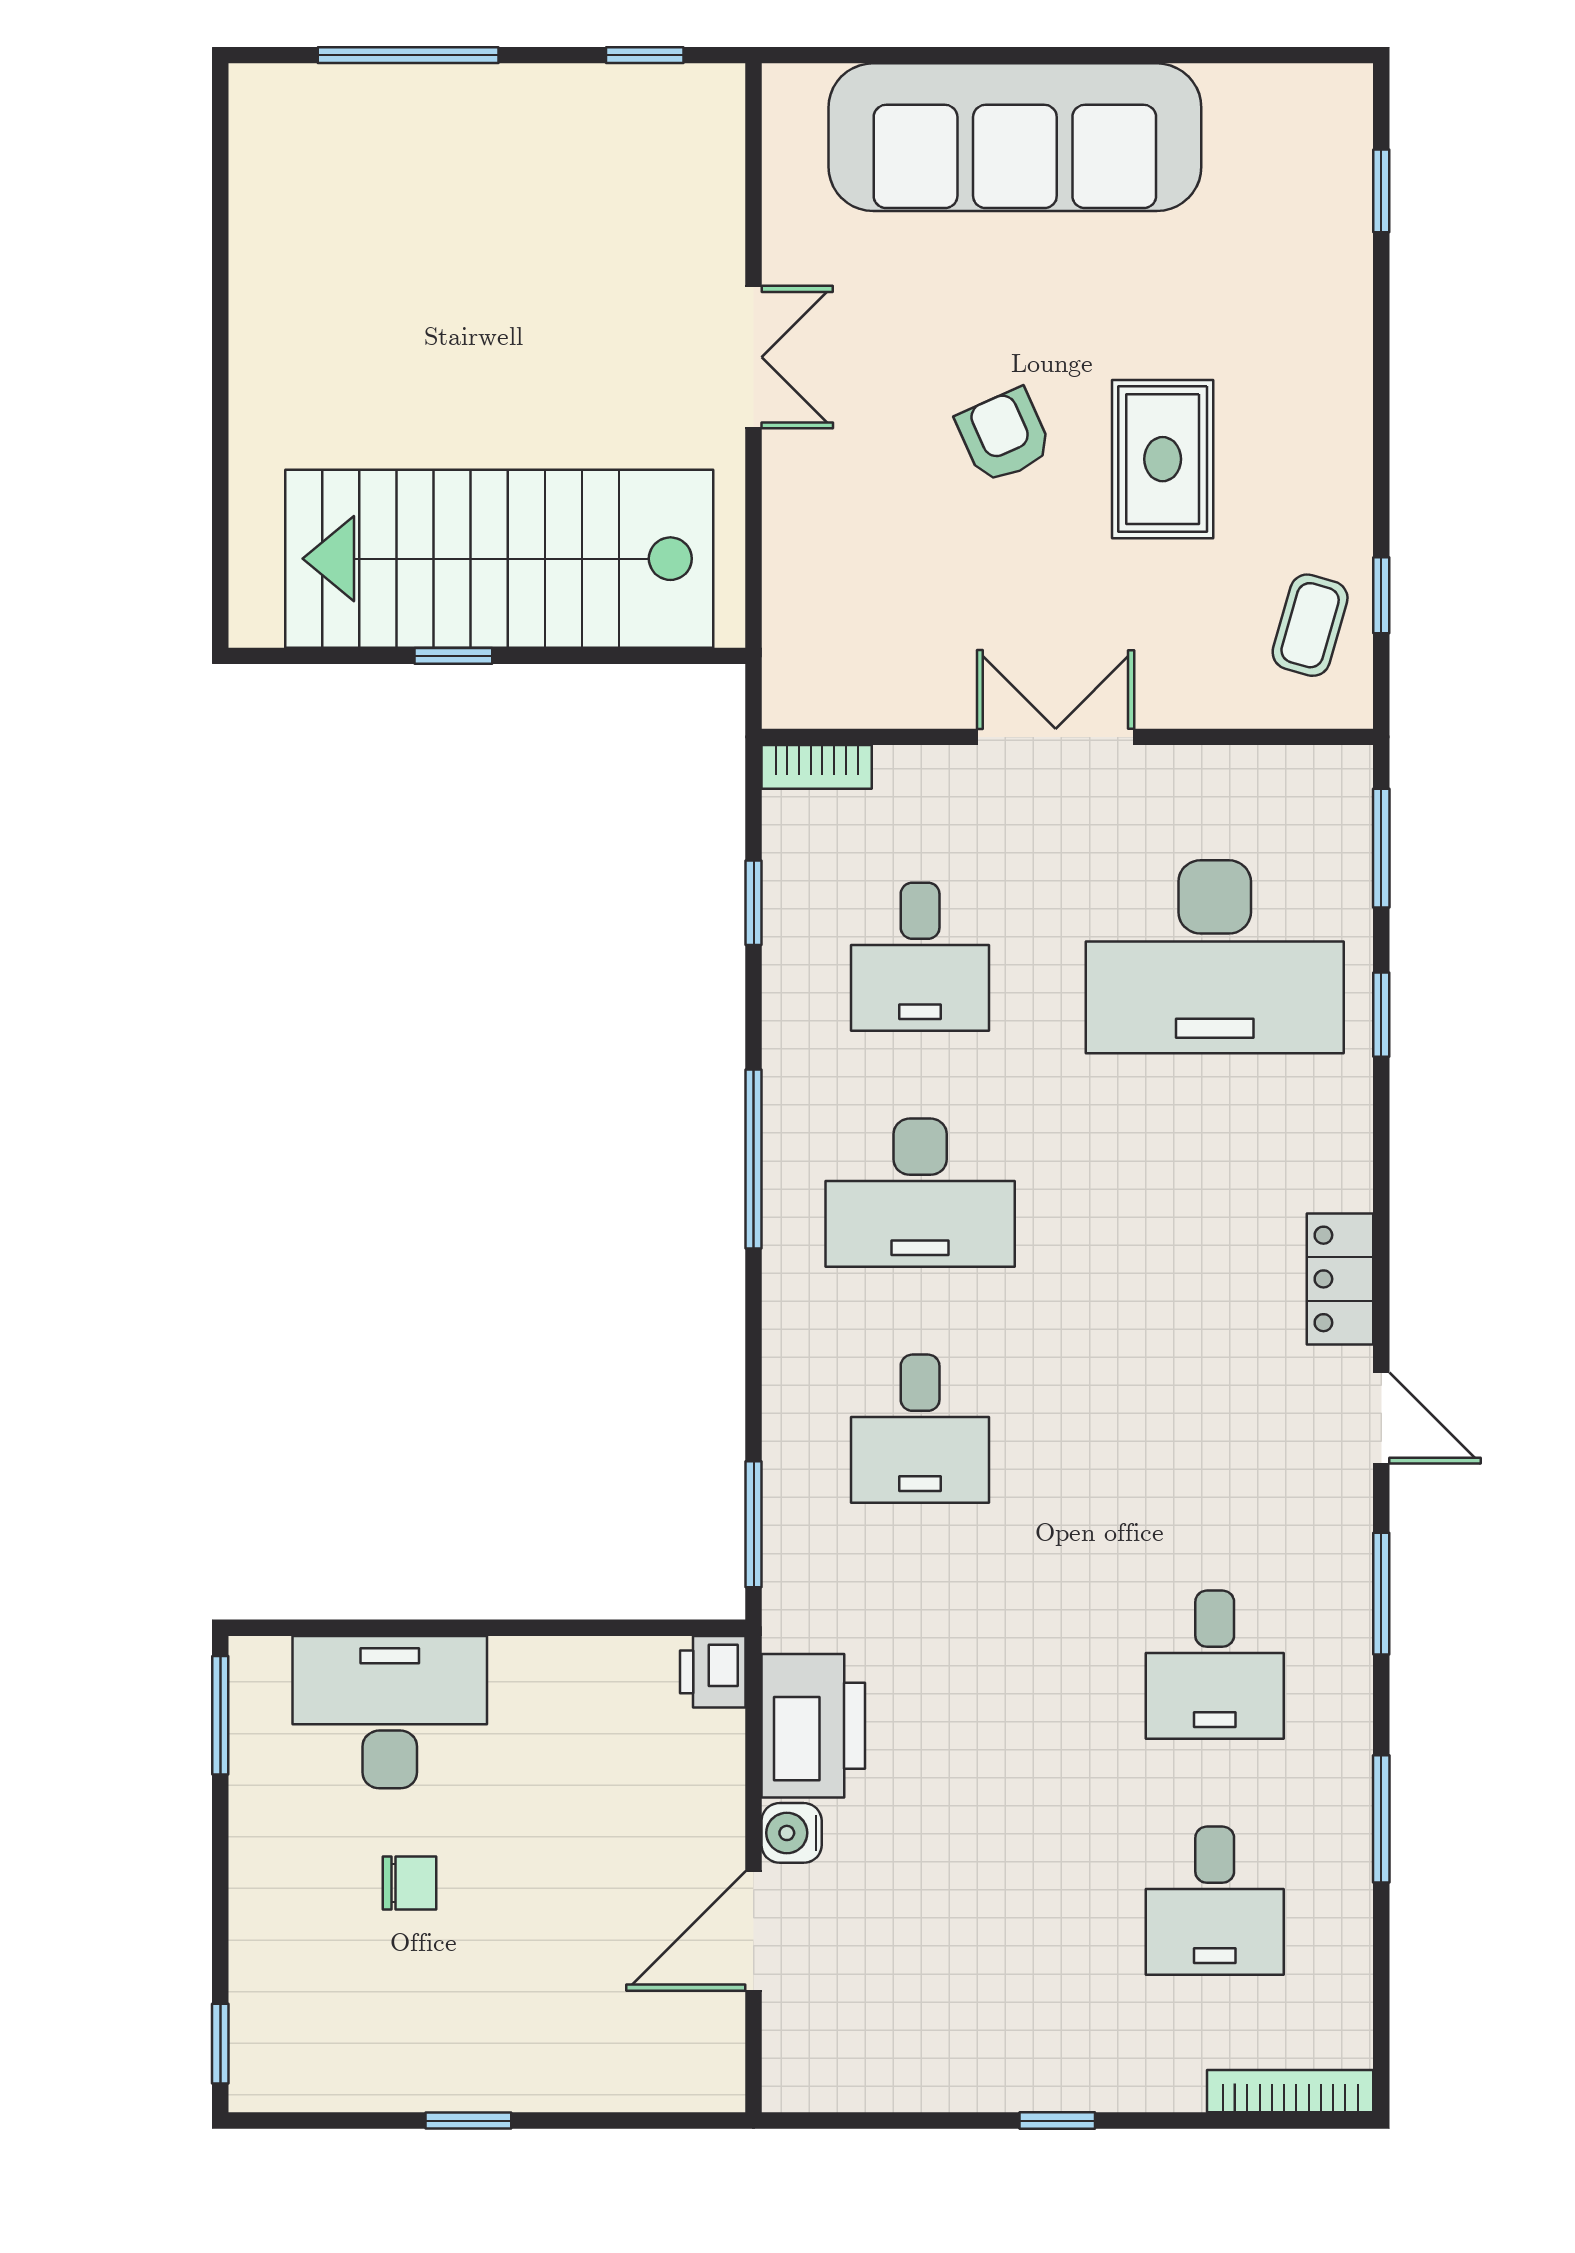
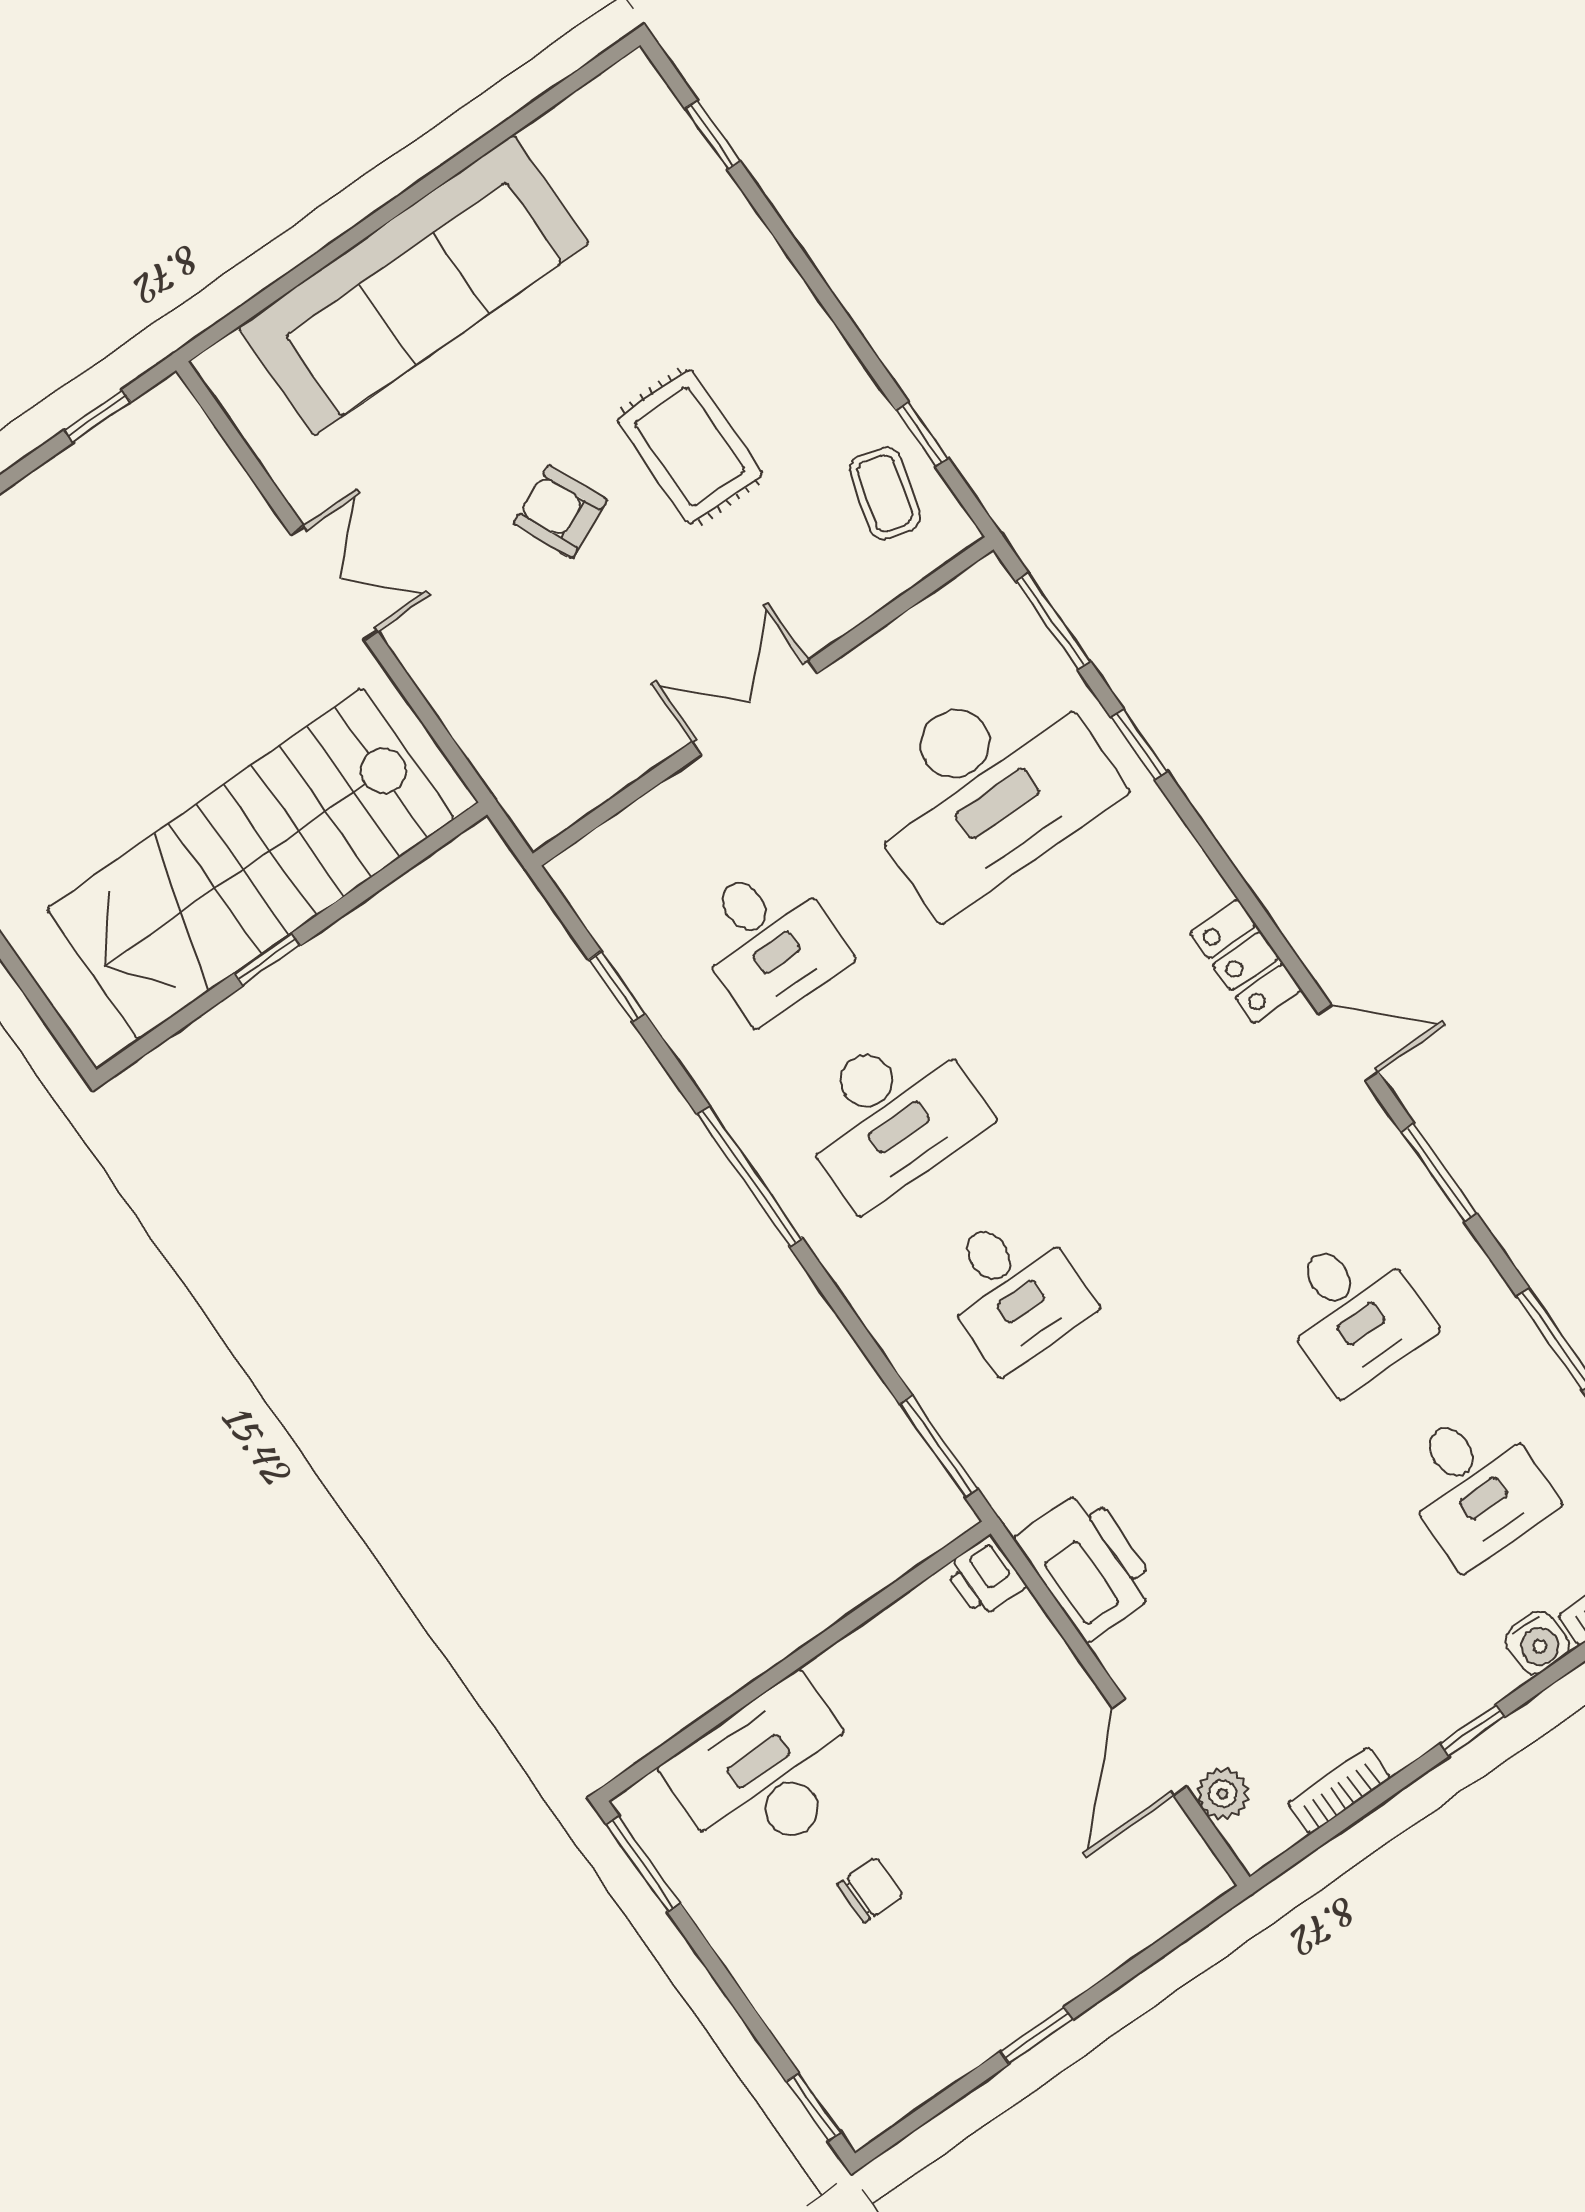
bookcase: (817, 767) -> (1339, 1791), moved, turned 180
water cooler: (792, 1833) -> (1537, 1643), moved, turned -90
plant: (790, 2020) -> (1223, 1794), added

